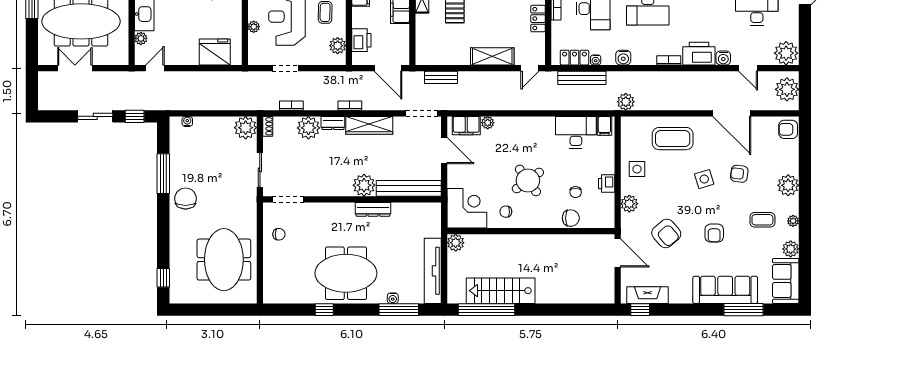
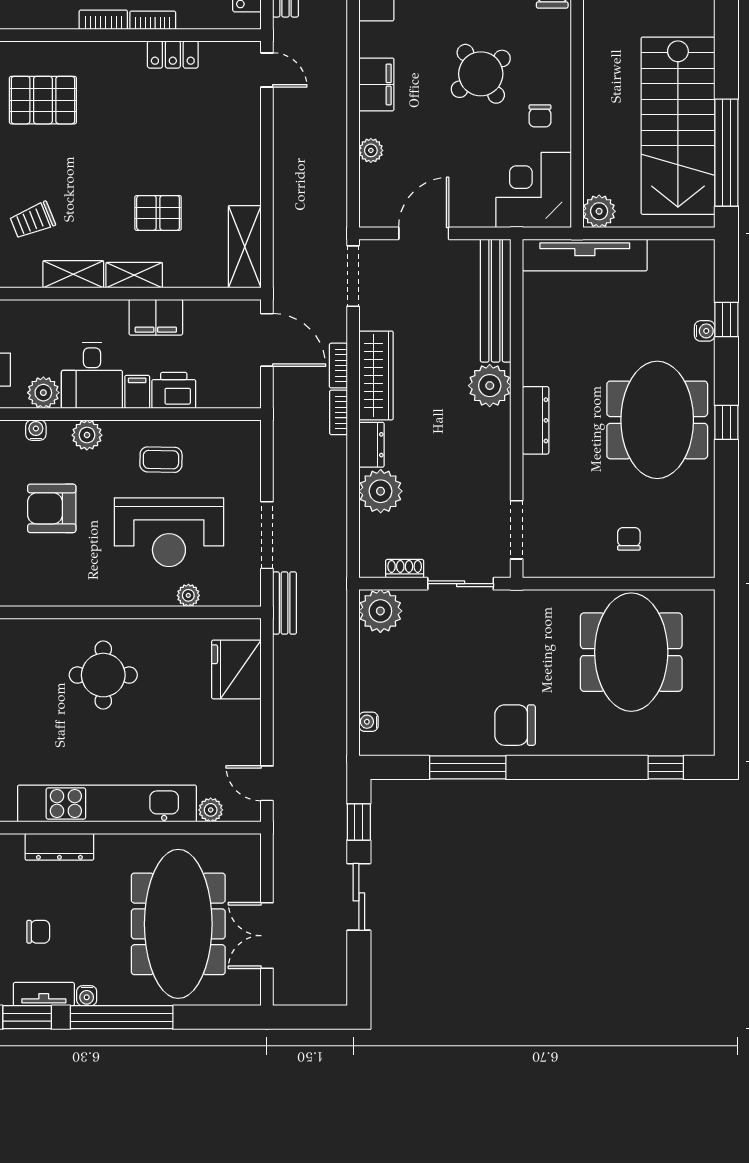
printer: (361, 40) -> (174, 390), moved
plant: (338, 46) -> (224, 436), removed
shelving: (492, 56) -> (245, 247), moved
doorway: (285, 68) -> (267, 535), width x1.38
door: (388, 68) -> (267, 340), hinge flipped
bench: (441, 77) -> (285, 603), moved
bookcase: (291, 106) -> (338, 366), moved
shoe rack: (268, 126) -> (405, 569), moved
filing cabinet: (466, 126) -> (376, 84), moved
dresser: (373, 209) -> (536, 420), moved
chair: (279, 234) -> (629, 539), moved
meeting table: (224, 260) -> (631, 652), turned 90
tv unit: (433, 271) -> (585, 255), moved
stairs: (501, 291) -> (678, 126), width x1.36, depth x1.51
window: (324, 310) -> (726, 422), moved
window: (399, 310) -> (726, 319), width x0.46

